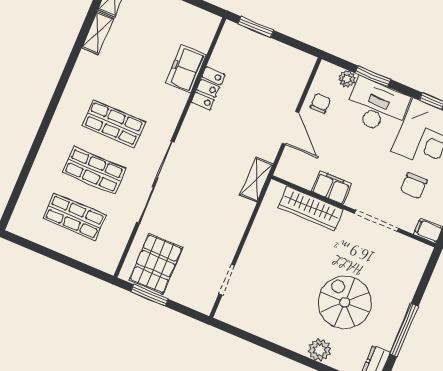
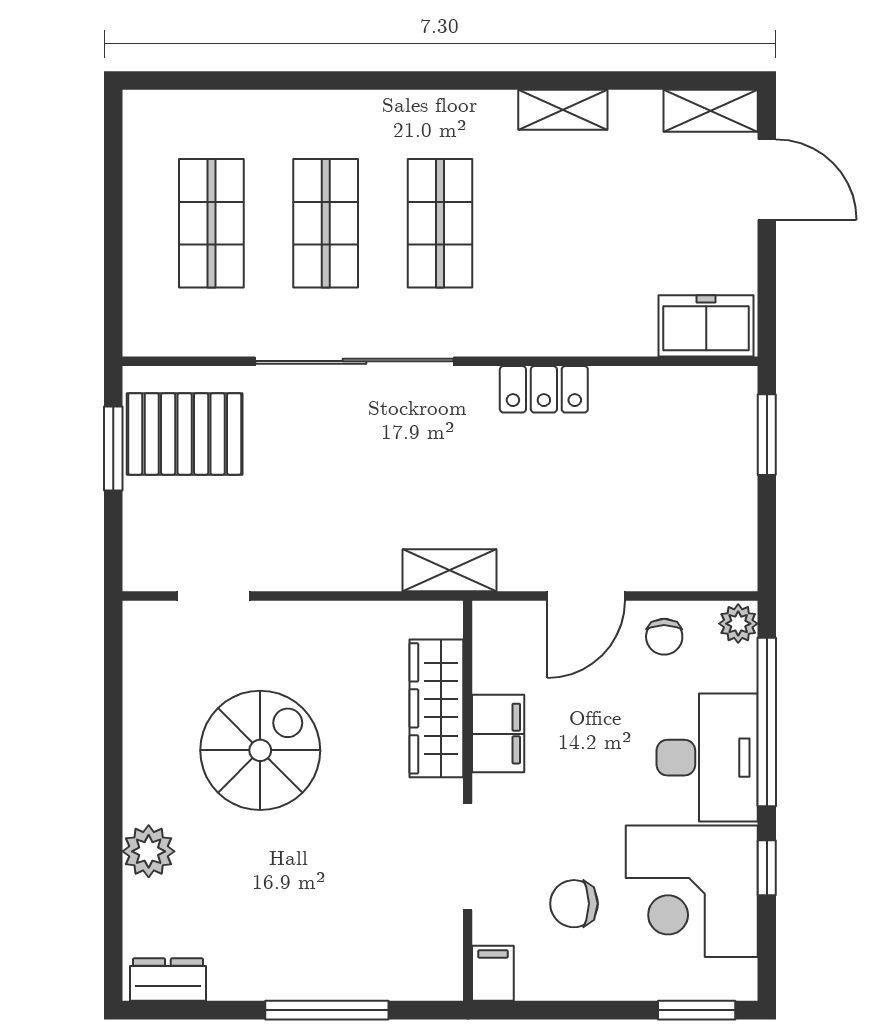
shelving: (98, 33) -> (563, 110), moved
freezer: (186, 69) -> (706, 326), moved
window: (373, 76) -> (767, 722), width x2.11
plant: (347, 79) -> (738, 624), moved
locker: (208, 88) -> (544, 389), moved
chair: (320, 103) -> (664, 637), turned 90
spiral stairs: (345, 302) -> (260, 750), moved
window: (404, 330) -> (327, 1010), moved

